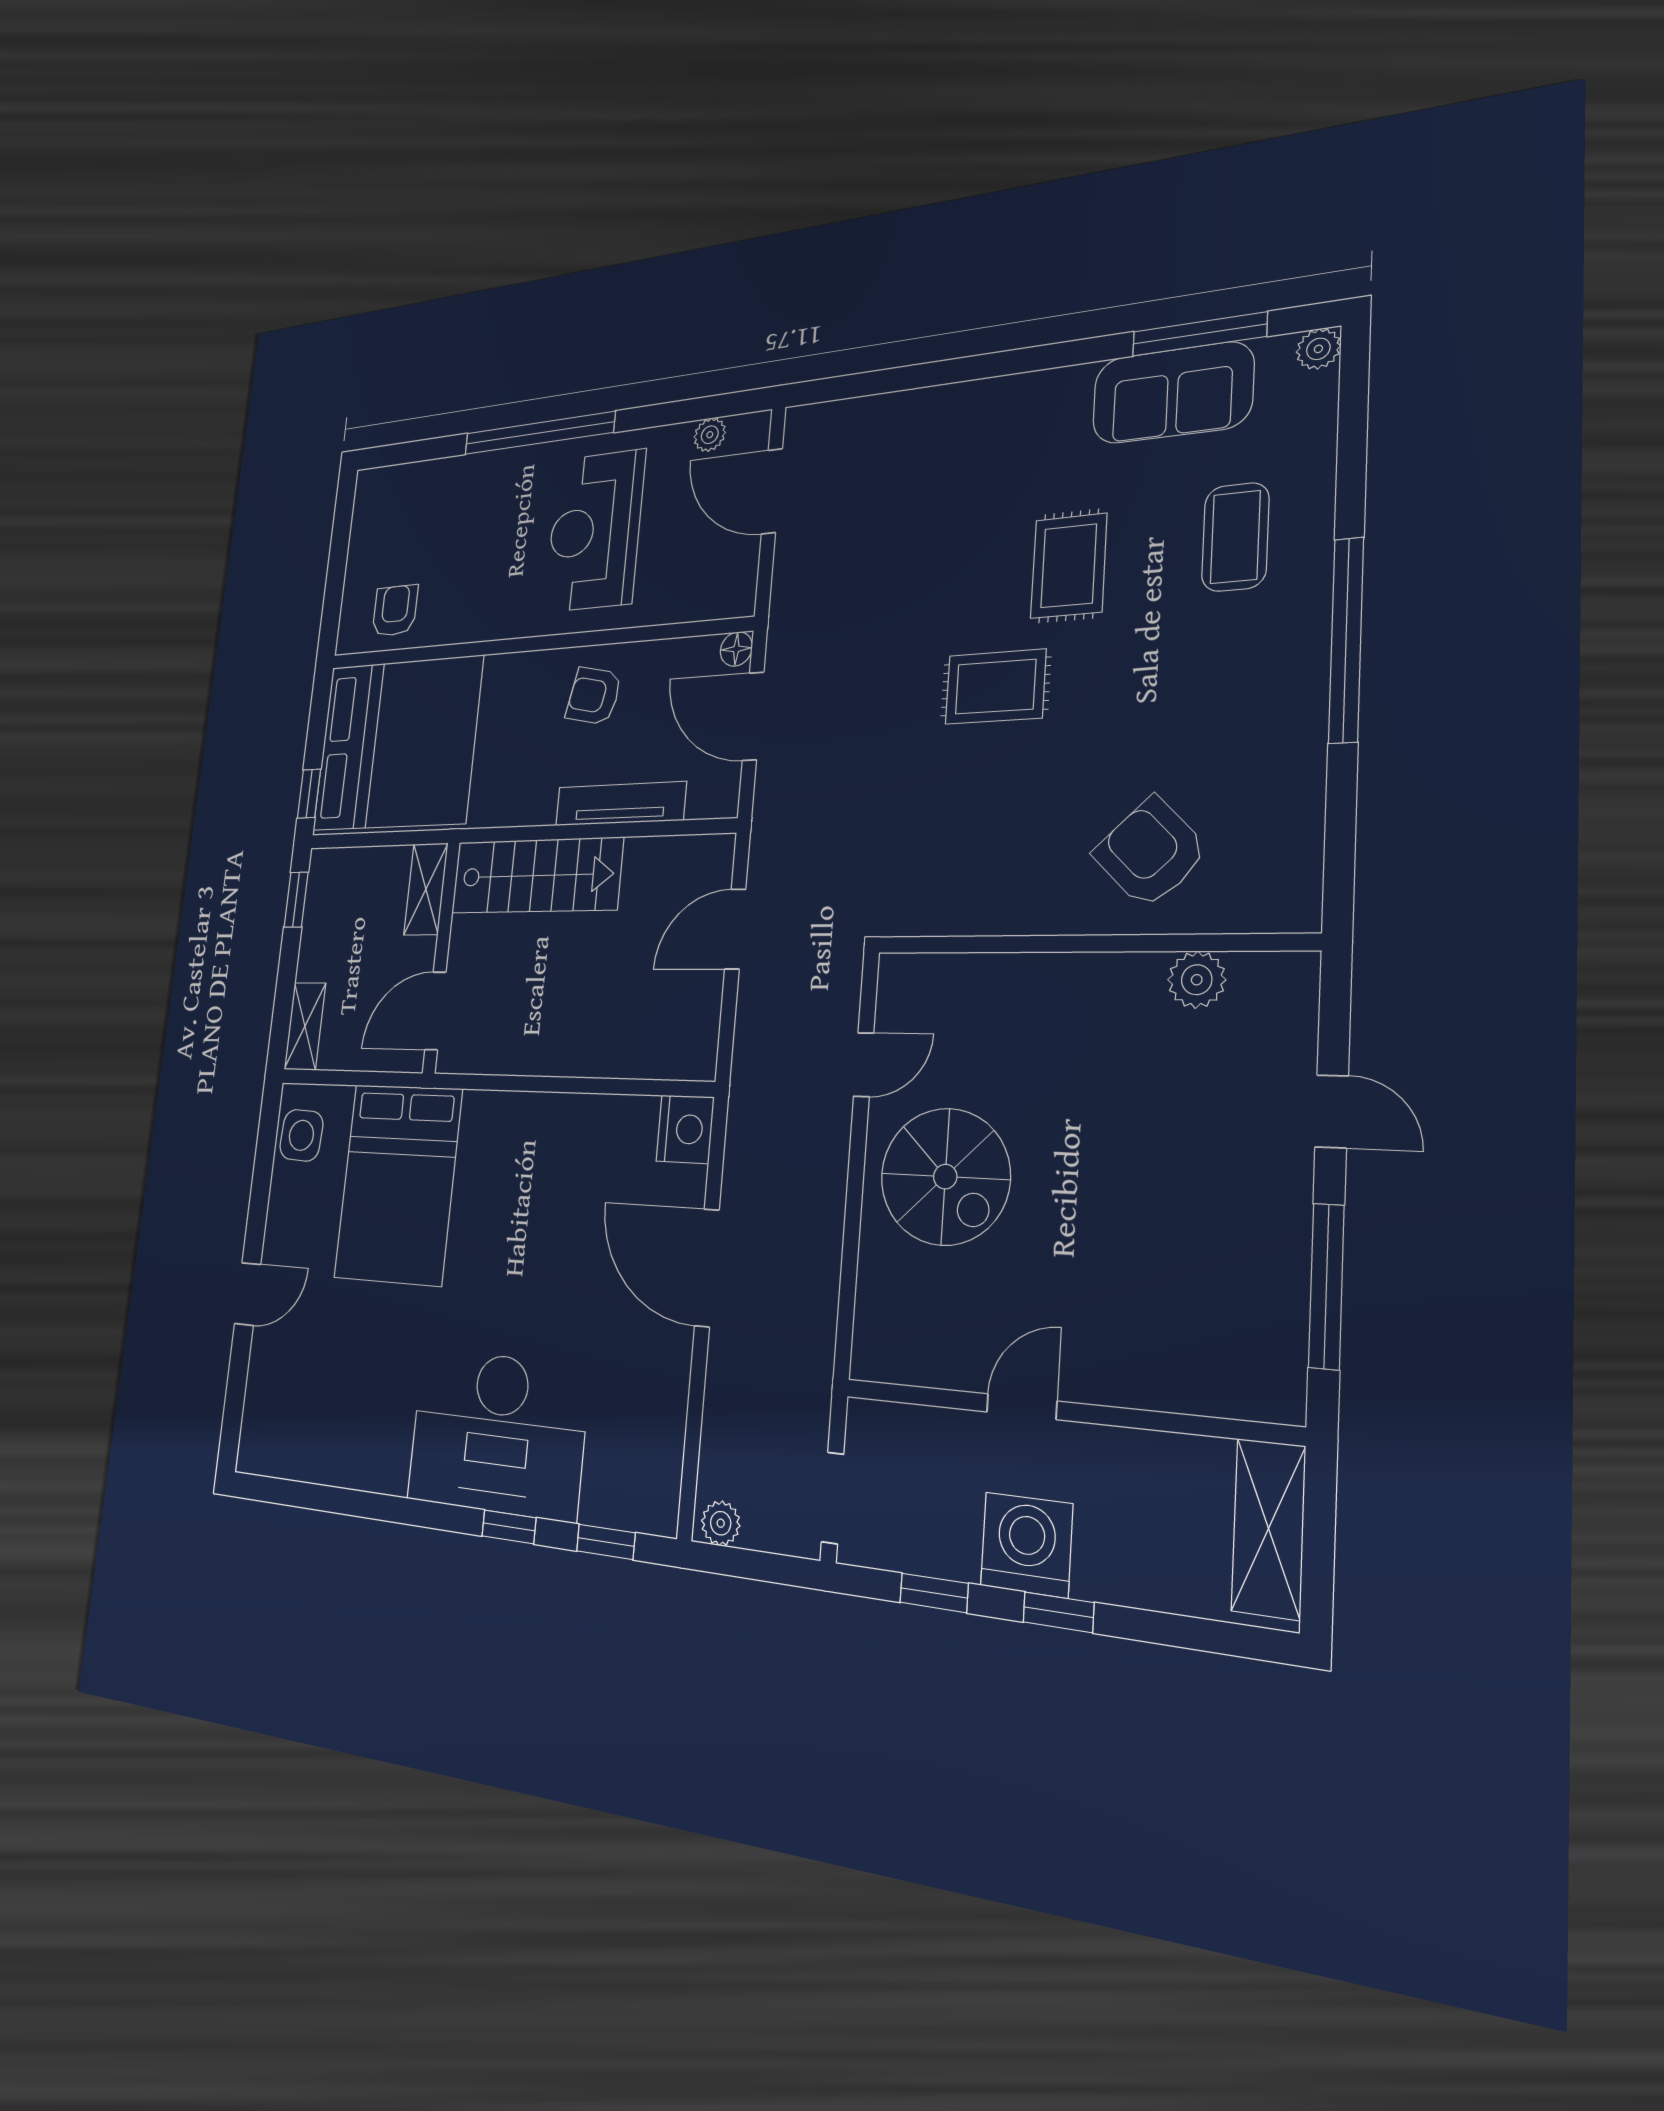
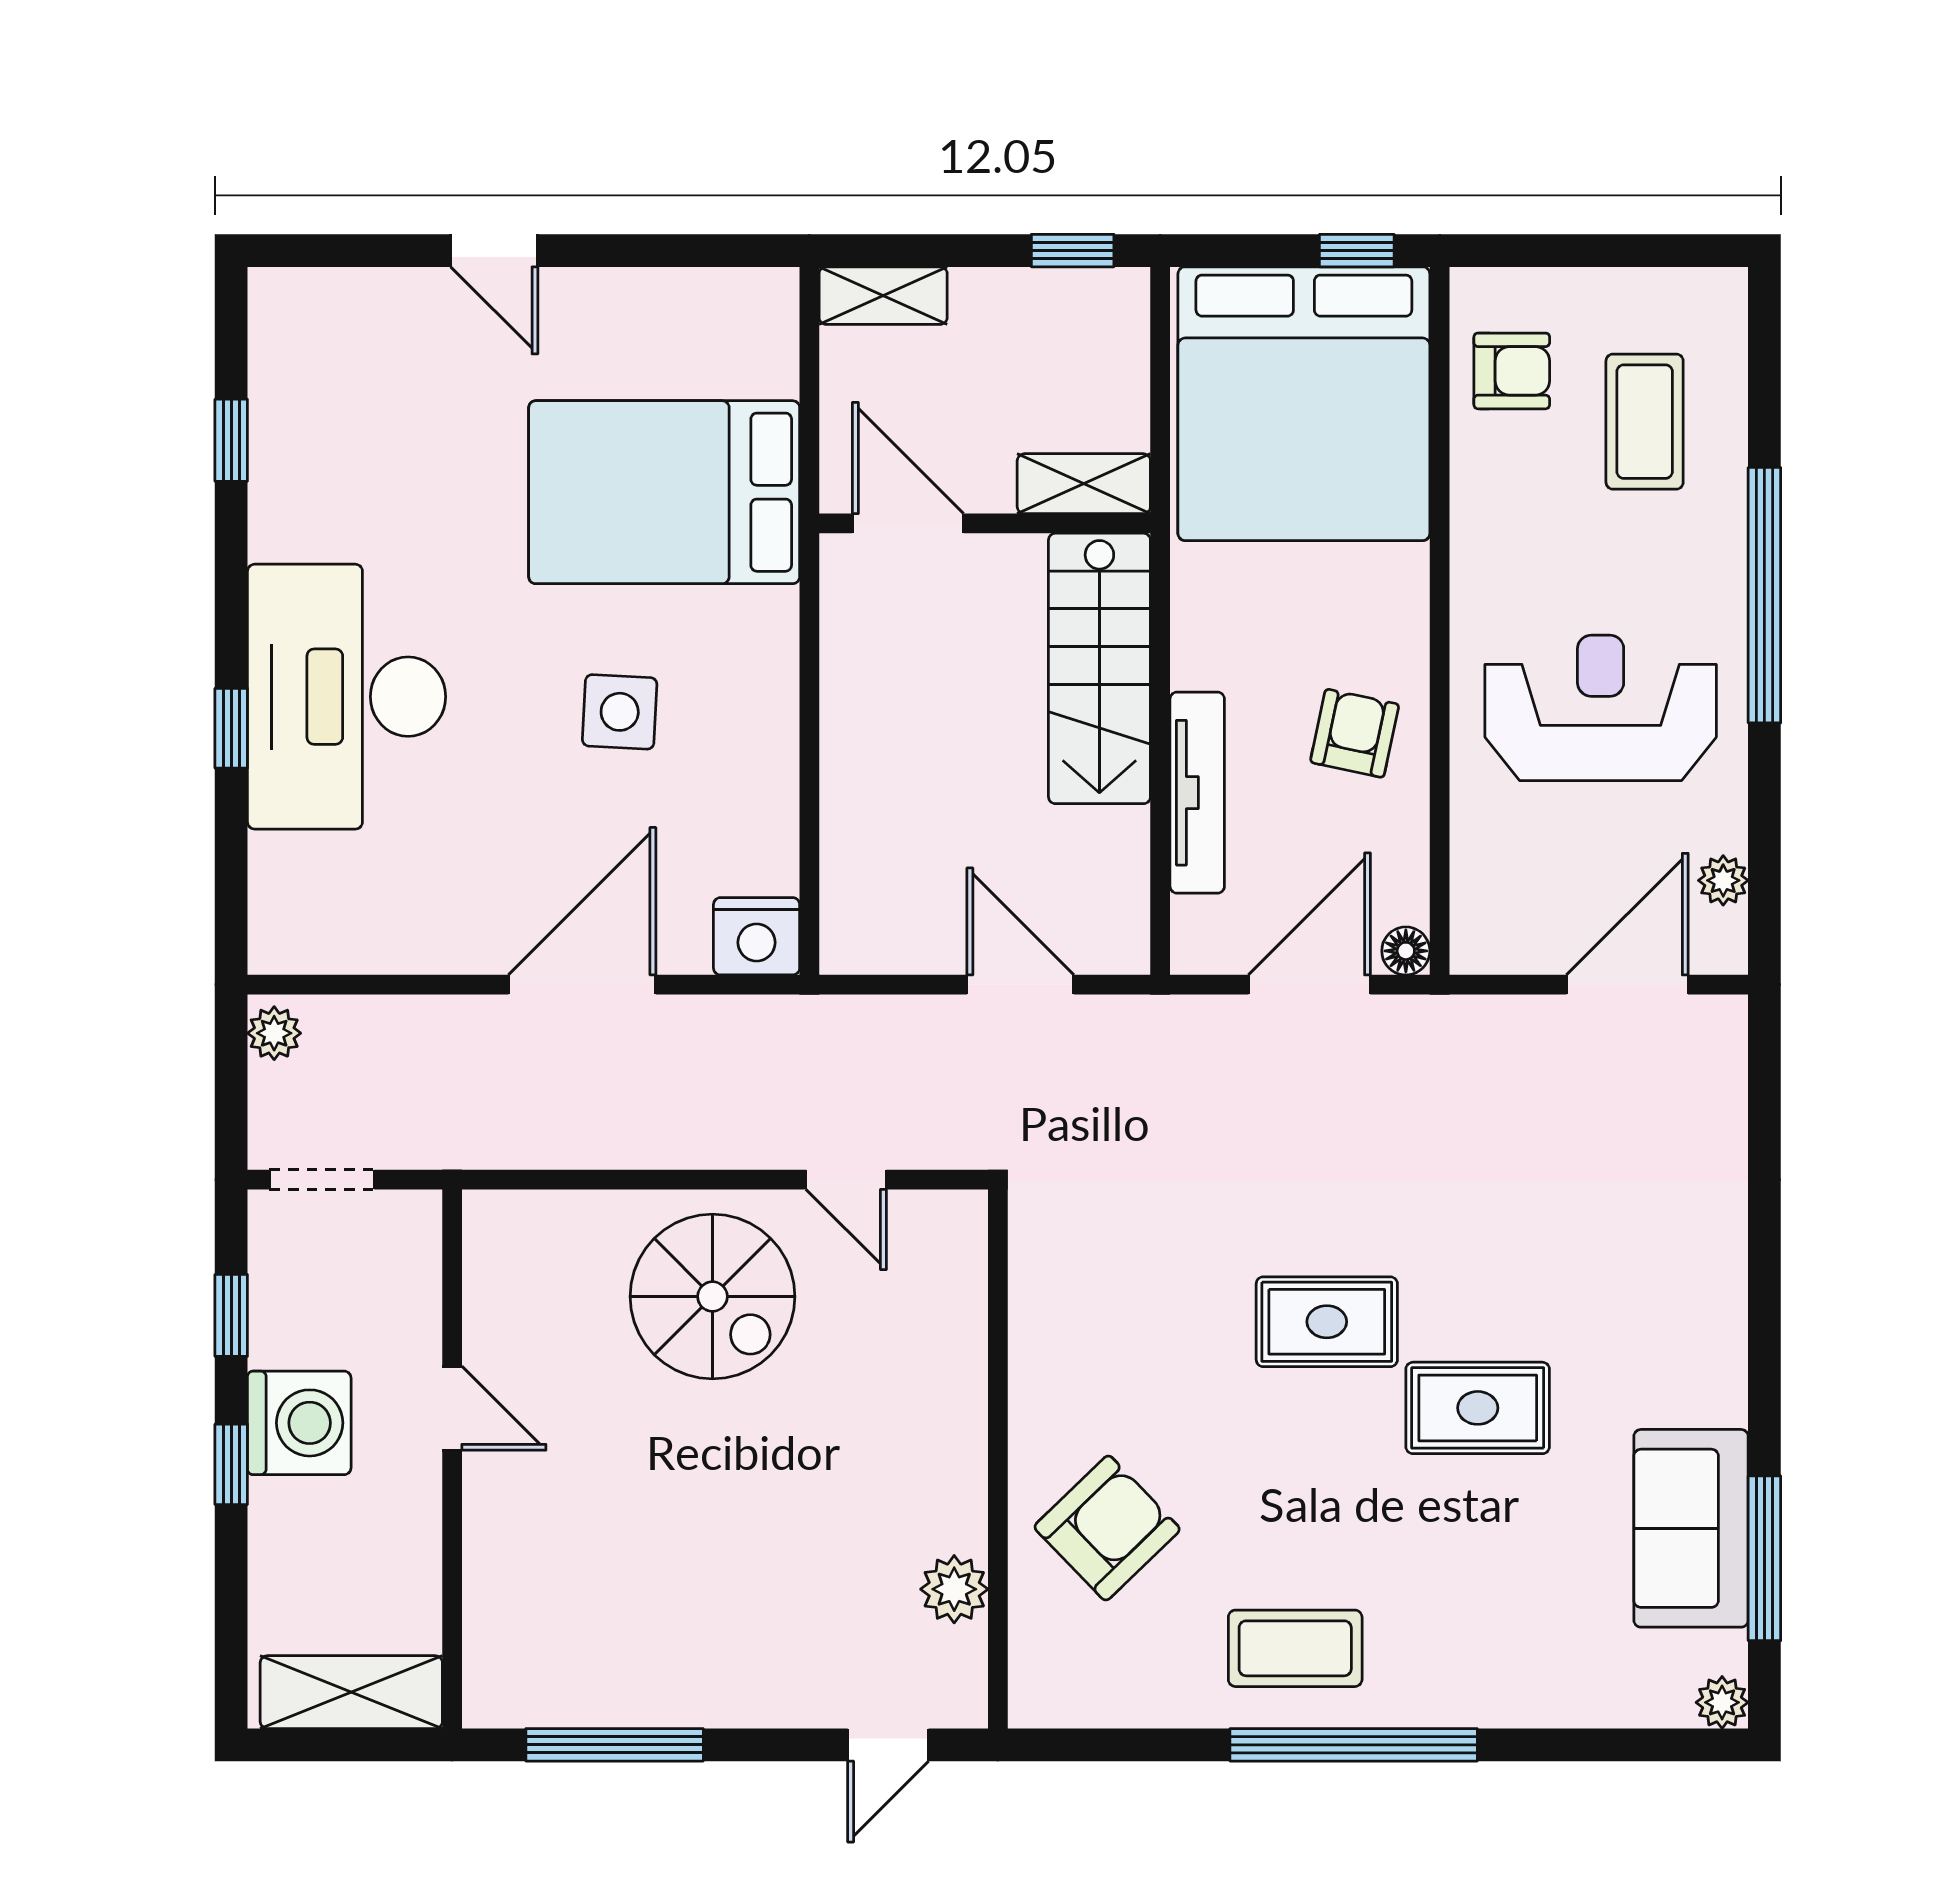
coffee table: (433, 523) -> (1645, 422), added
coffee table: (1235, 537) -> (1295, 1648), moved
rug: (995, 687) -> (1327, 1322), turned 90
window: (309, 794) -> (1357, 251), moved
door: (1332, 1111) -> (888, 1745), moved
side table: (301, 1135) -> (620, 712), moved
spiral stairs: (945, 1177) -> (712, 1297), turned -90
window: (606, 1542) -> (231, 440), moved

